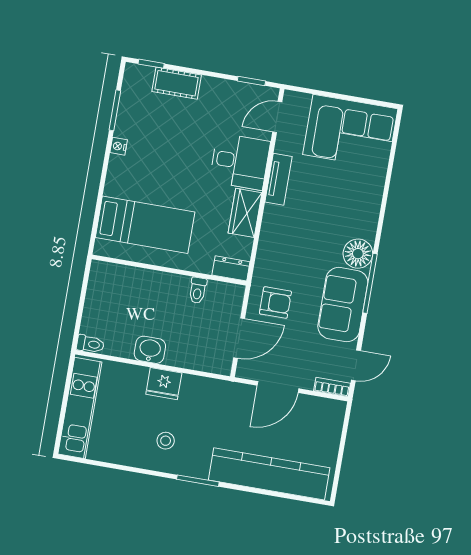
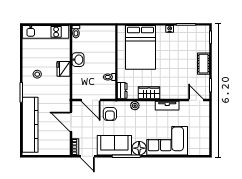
cot: (177, 83) -> (203, 64), moved
corner sofa: (350, 132) -> (167, 141), moved, turned 90
desk: (240, 161) -> (172, 86), removed
bed: (145, 225) -> (140, 47), width x1.50
plant: (267, 247) -> (135, 106), added

